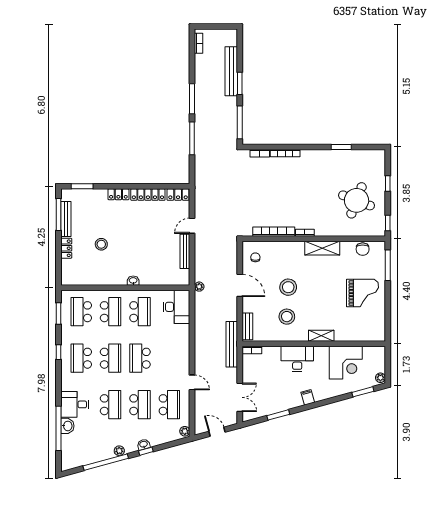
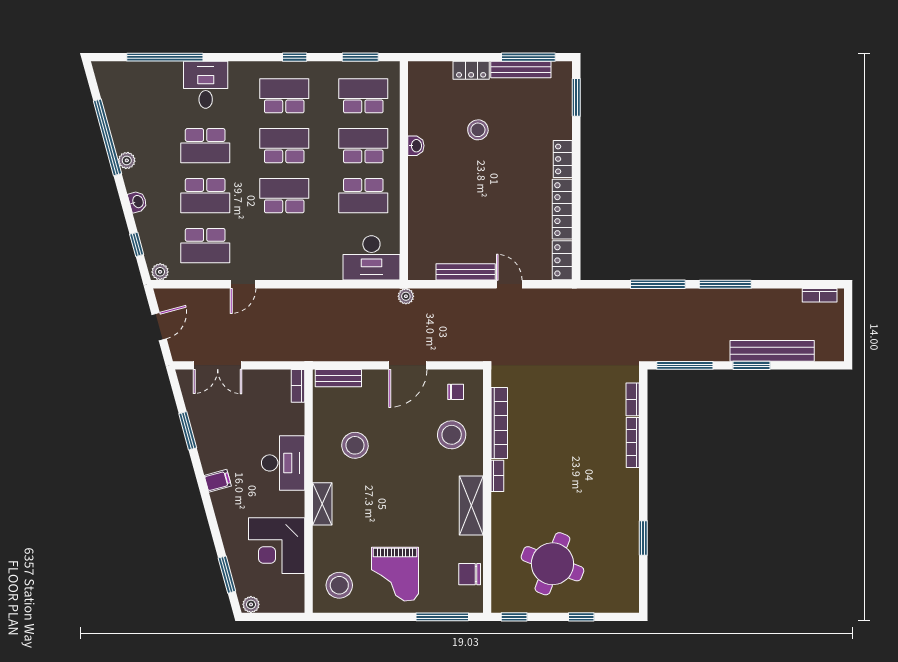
washbasin: (133, 281) -> (416, 146), moved
stool: (288, 287) -> (452, 435), moved
school desk: (111, 312) -> (363, 146), turned 180
stool: (369, 326) -> (339, 585), added
bench: (232, 344) -> (308, 352), removed
school desk: (111, 358) -> (284, 146), turned 180
washbasin: (67, 426) -> (169, 72), removed
window: (146, 451) -> (137, 244), moved

